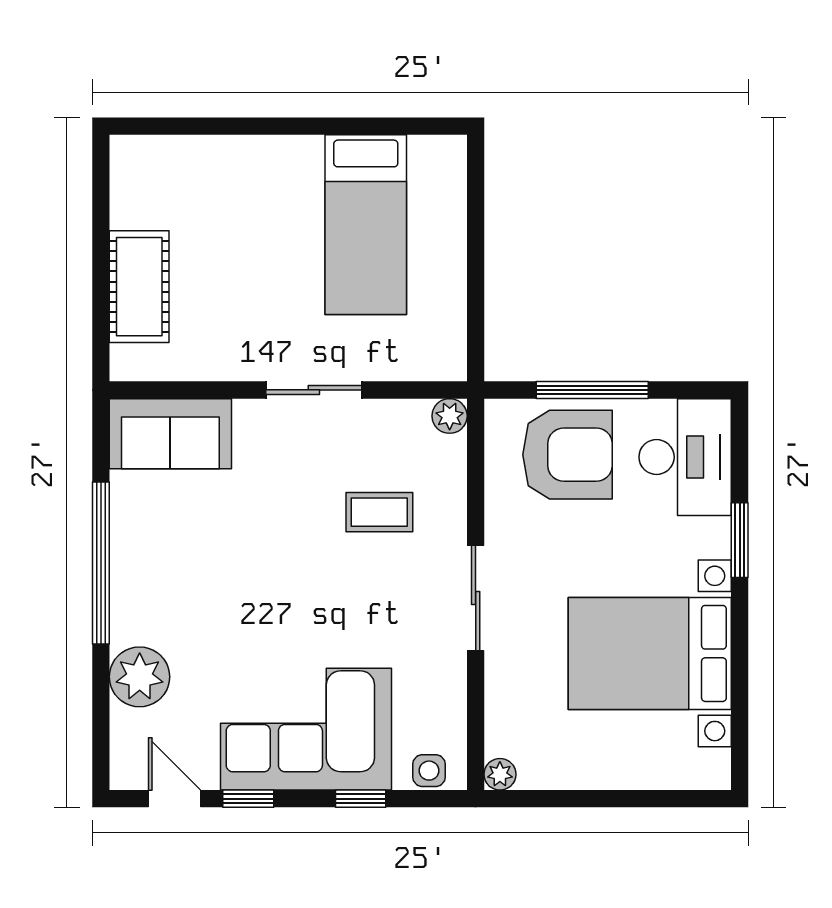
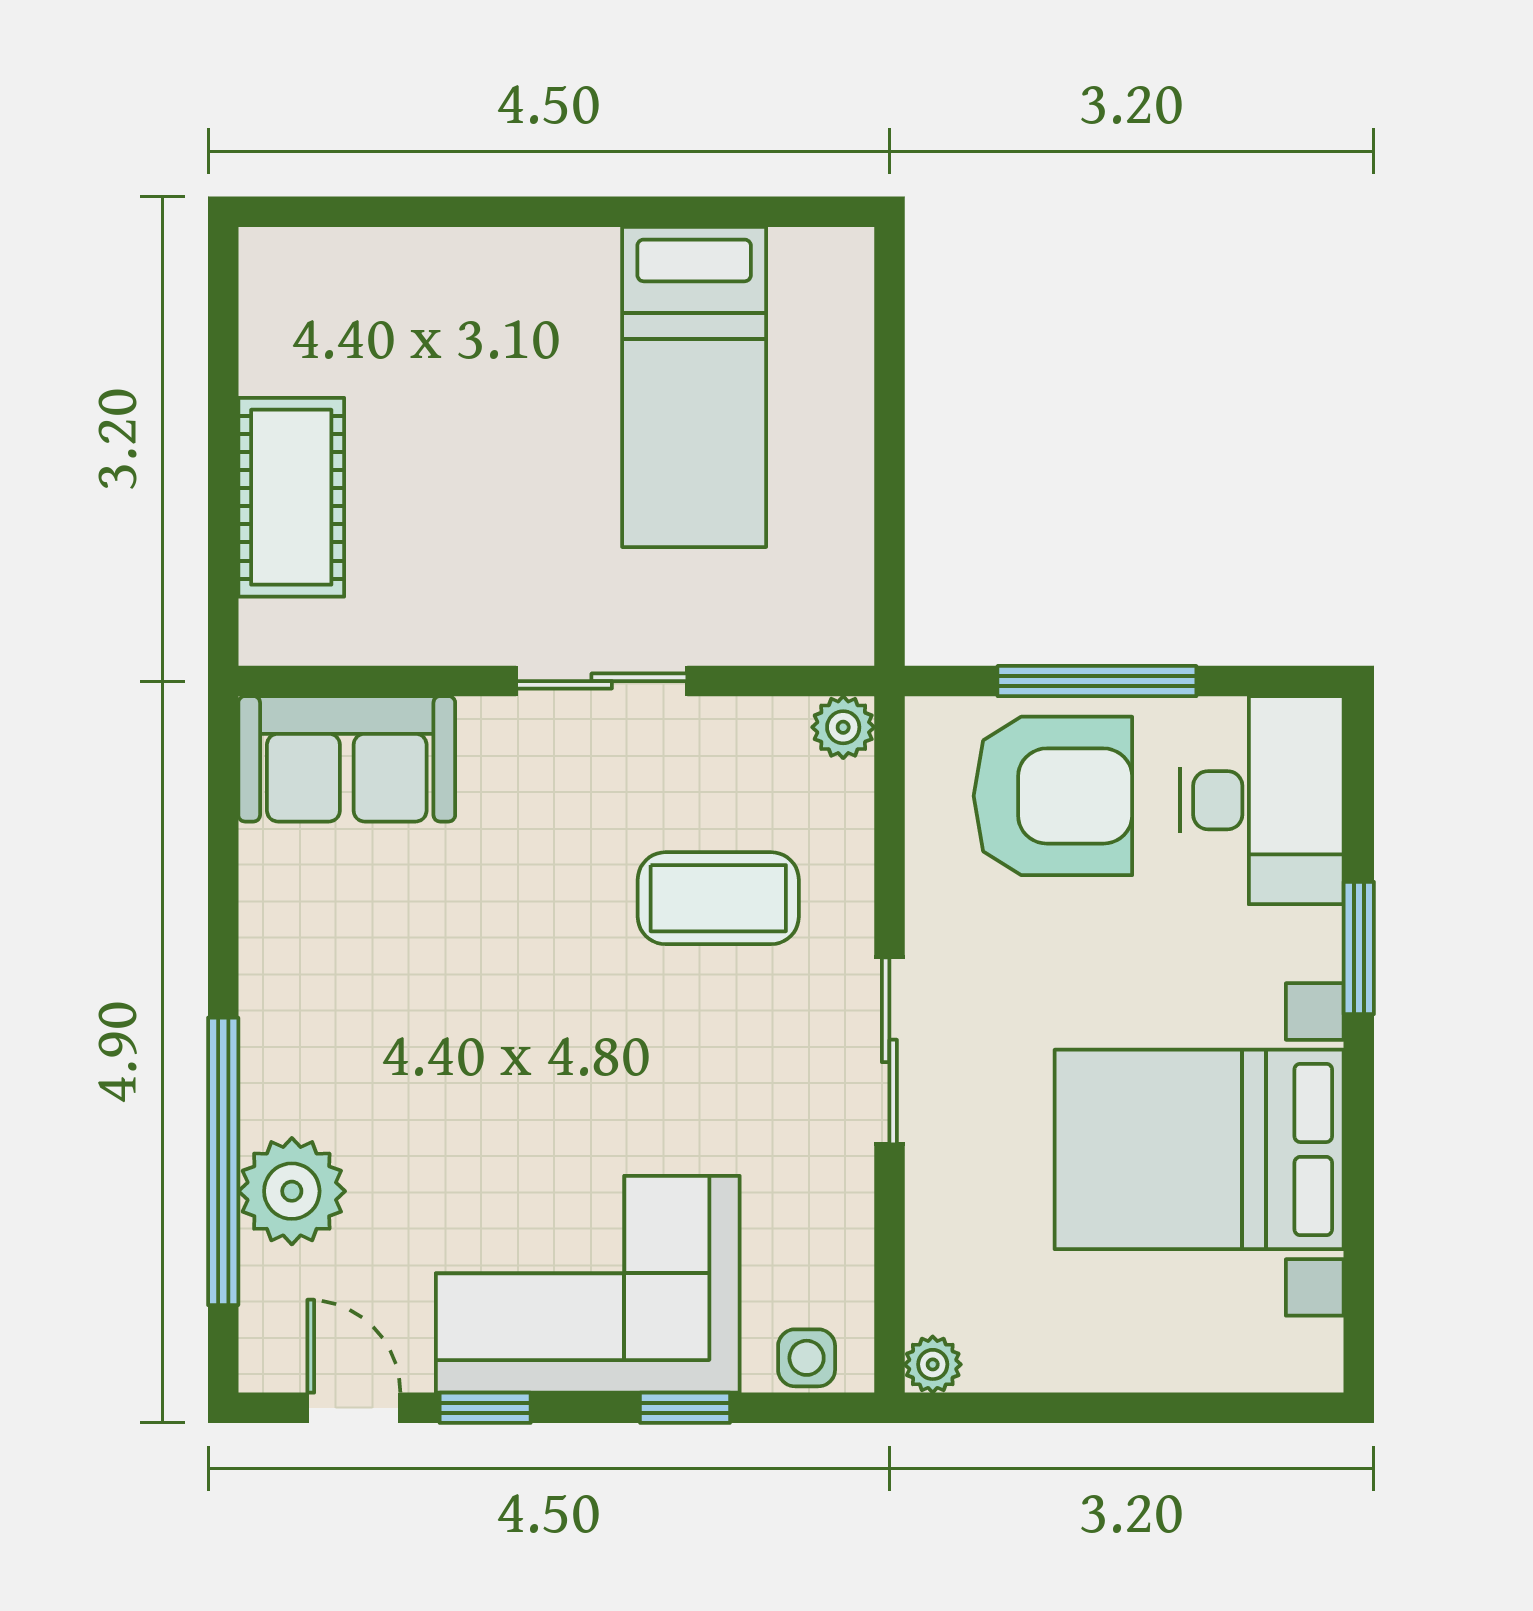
coffee table: (379, 512) -> (718, 898), width x1.36, depth x1.30
window: (101, 563) -> (223, 1161), moved

